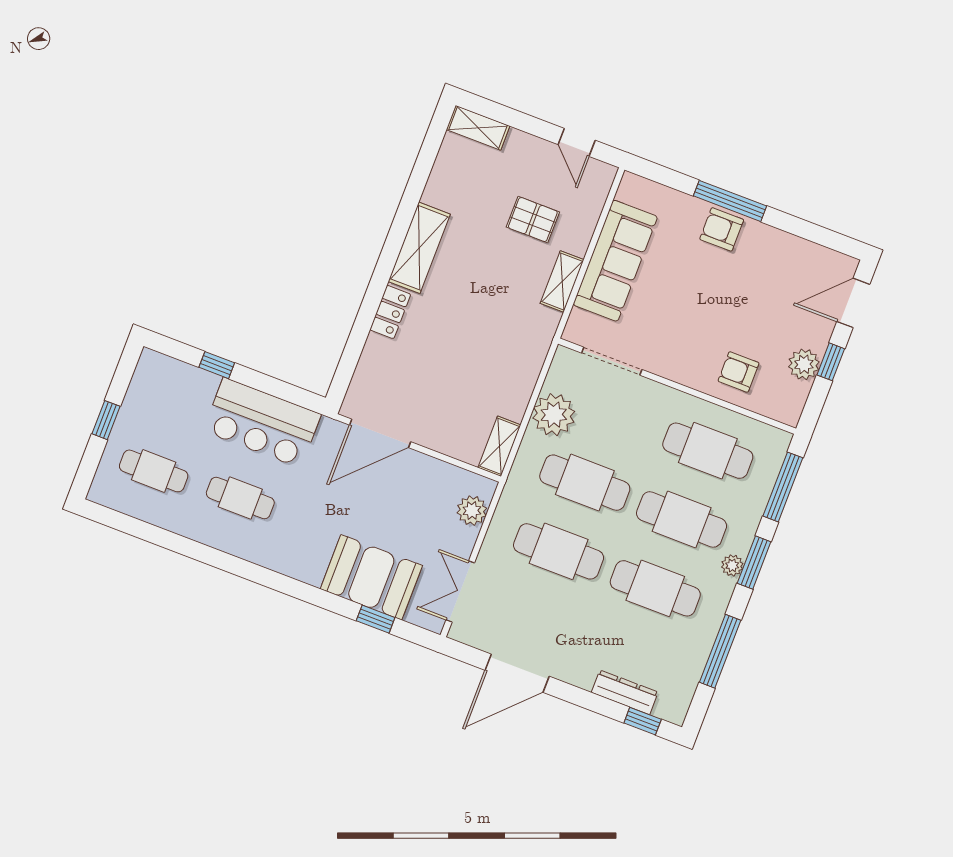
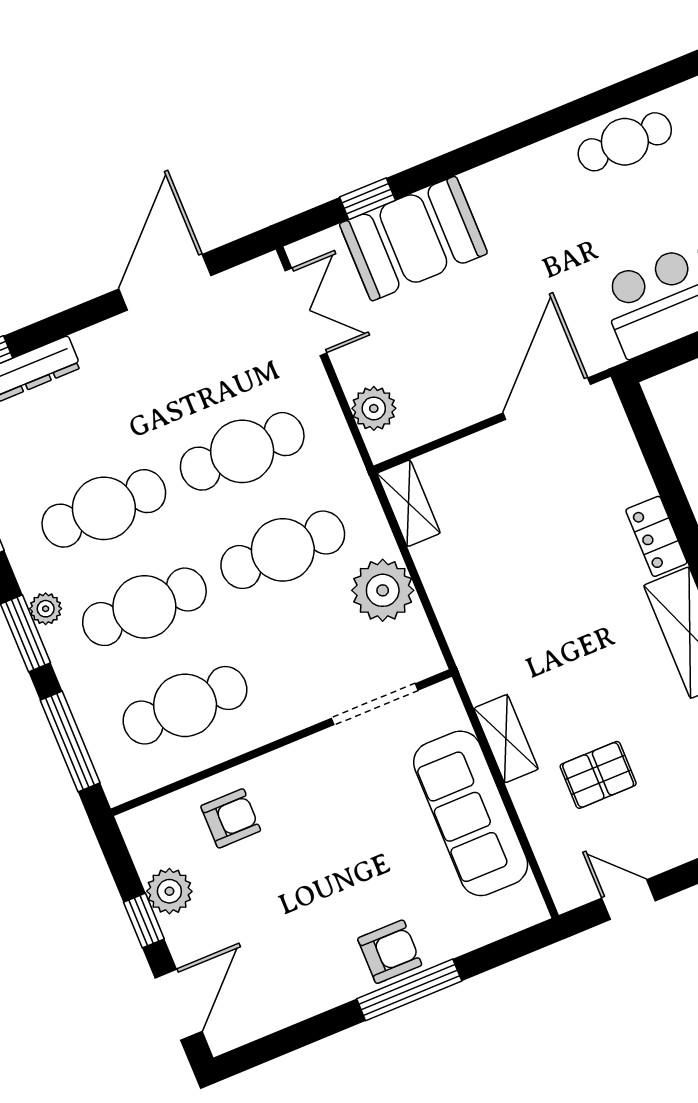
cafe table: (240, 498) -> (625, 142), moved

